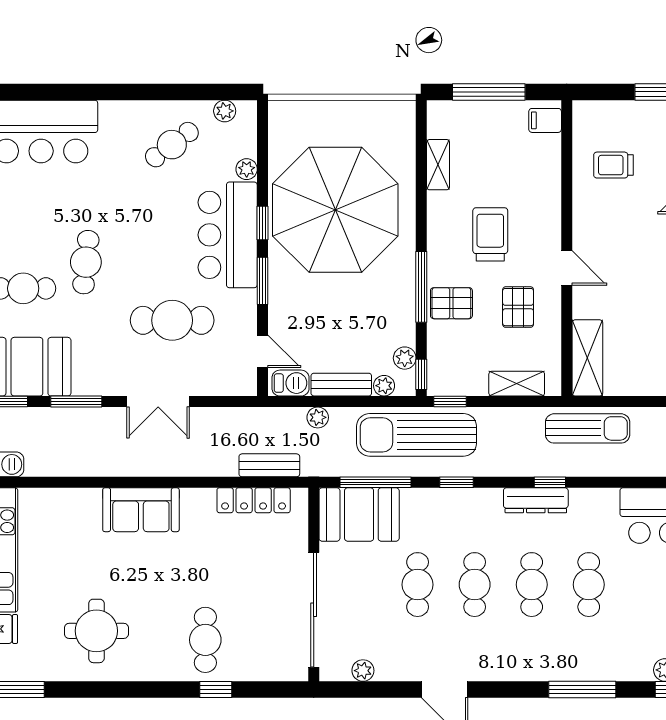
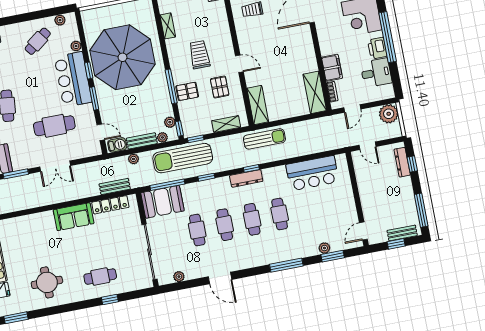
sofa: (141, 510) -> (74, 217), moved
cafe table: (205, 640) -> (100, 277), turned 90

